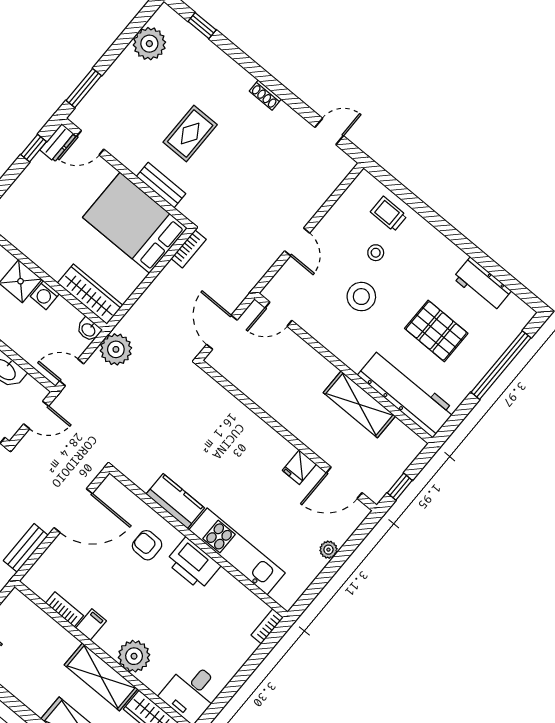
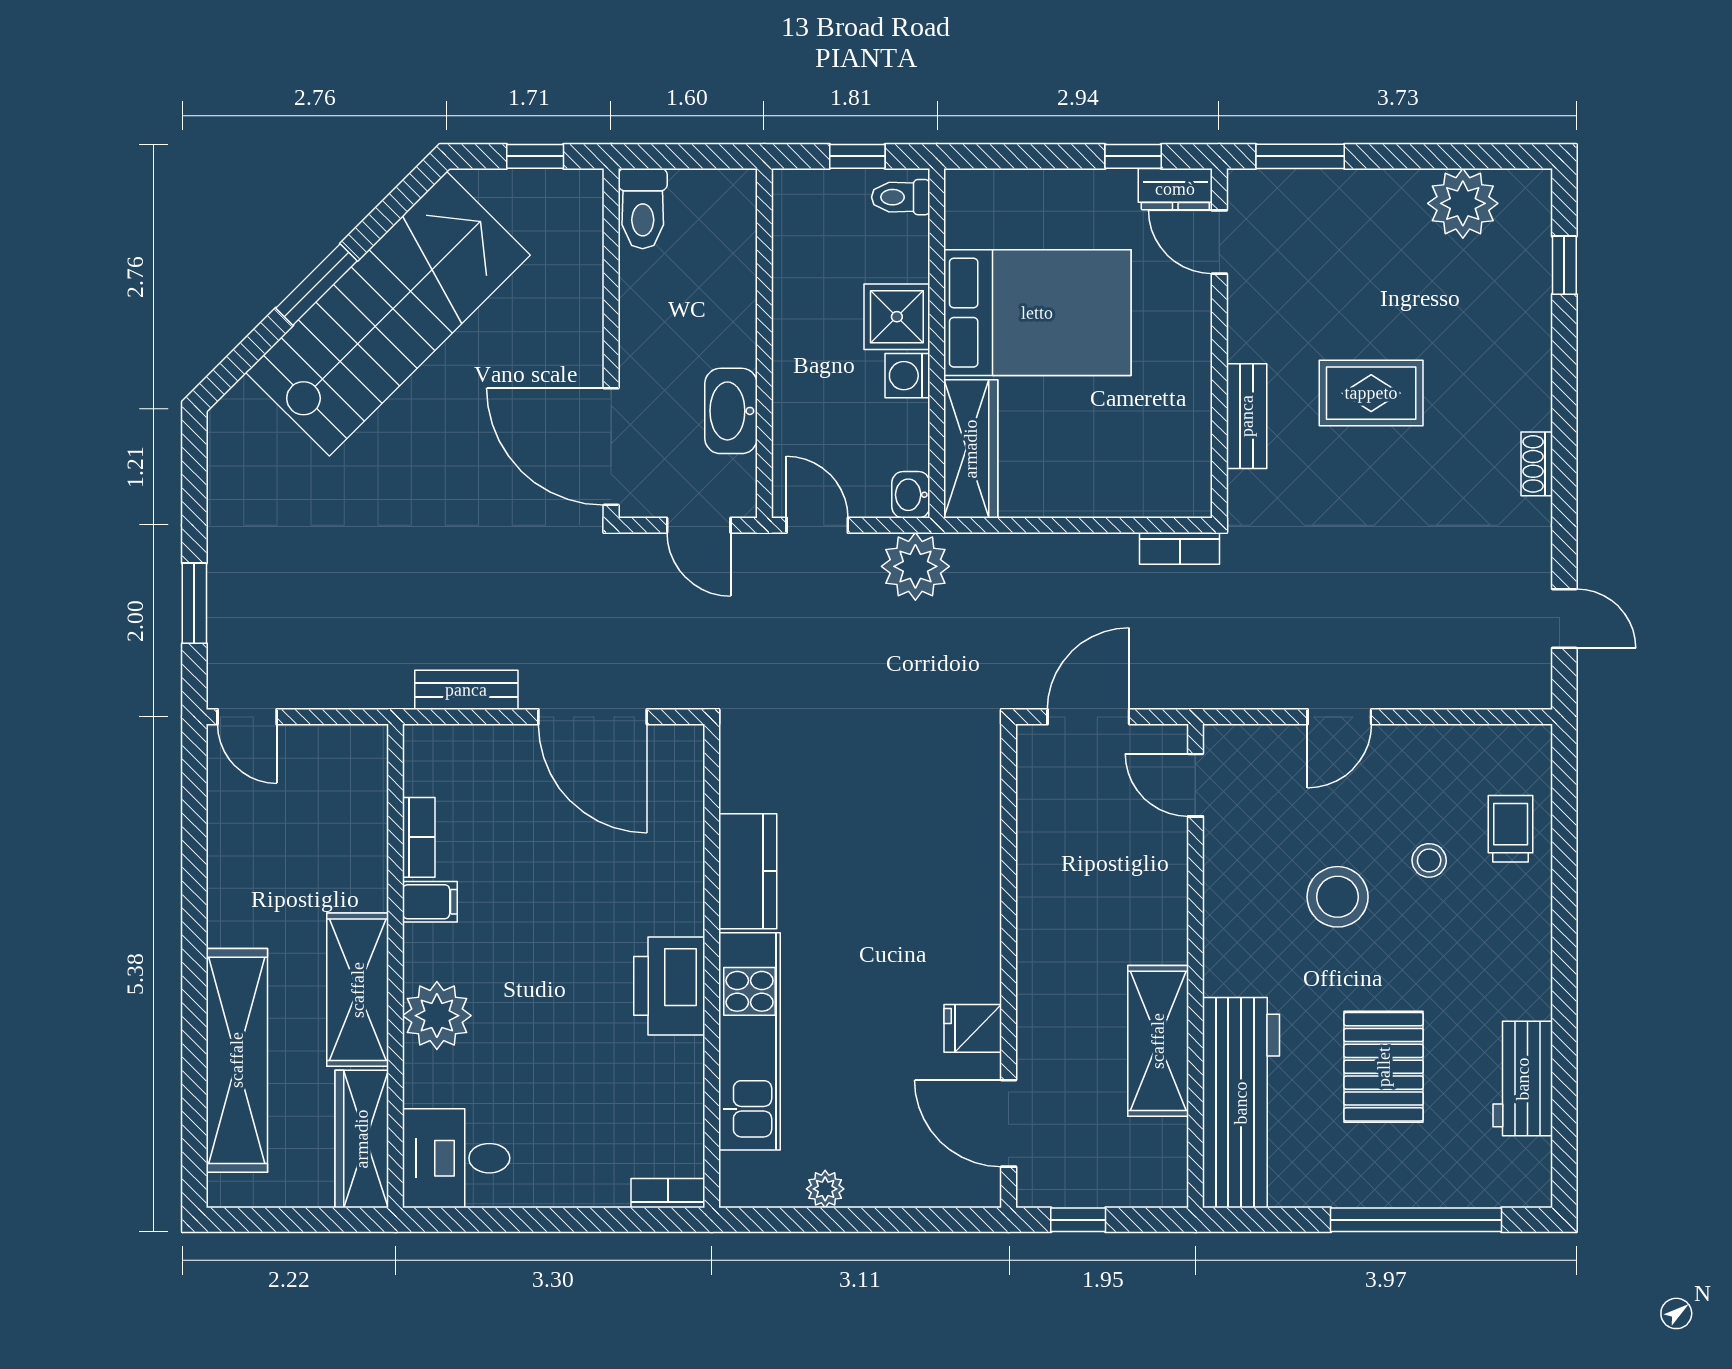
bed: (135, 223) -> (1037, 313), moved, turned 90
armchair: (147, 545) -> (637, 885), removed
plant: (328, 550) -> (825, 1189), moved

